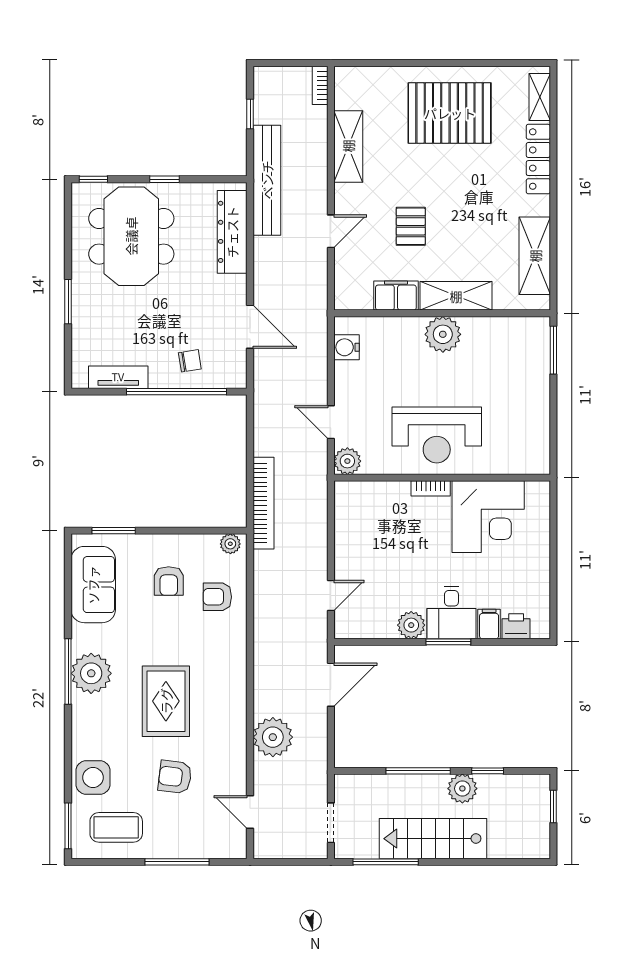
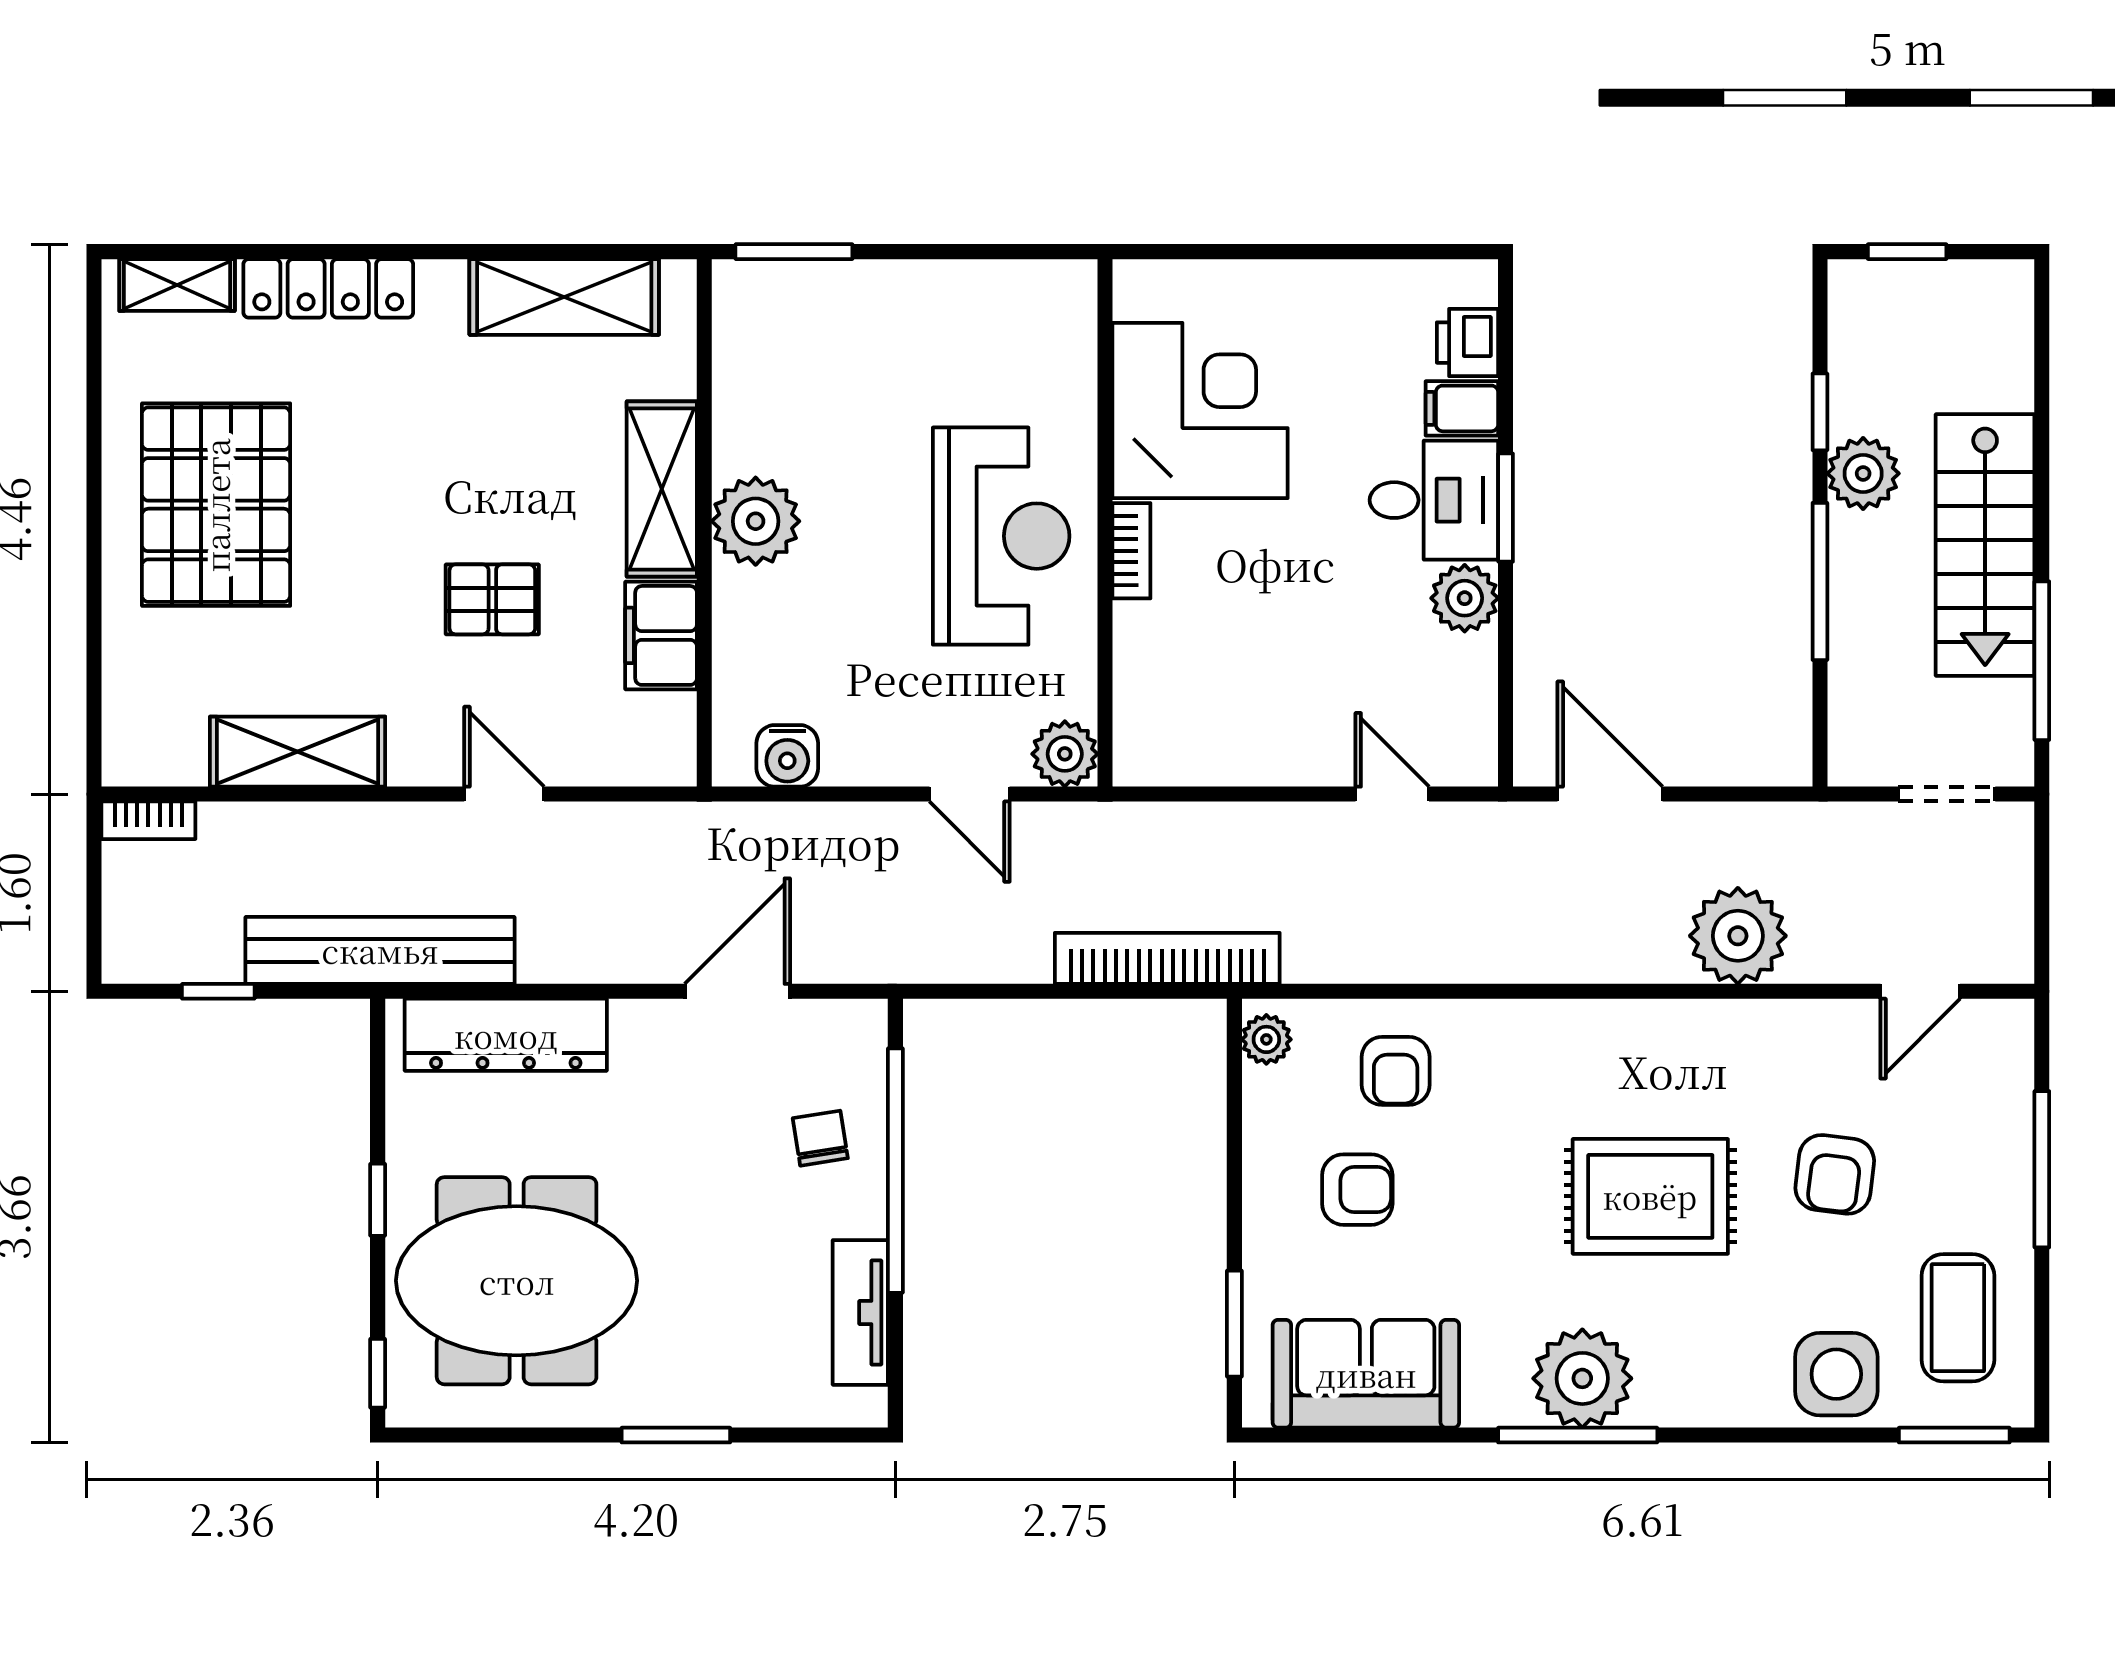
door: (331, 422) -> (970, 794), hinge flipped

